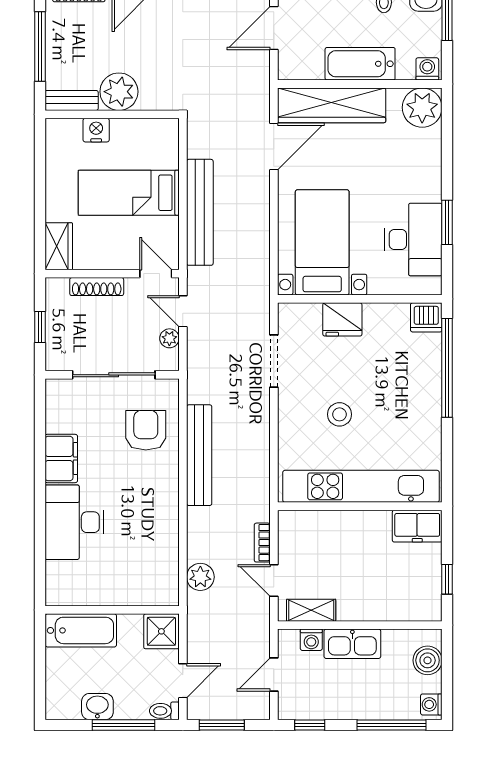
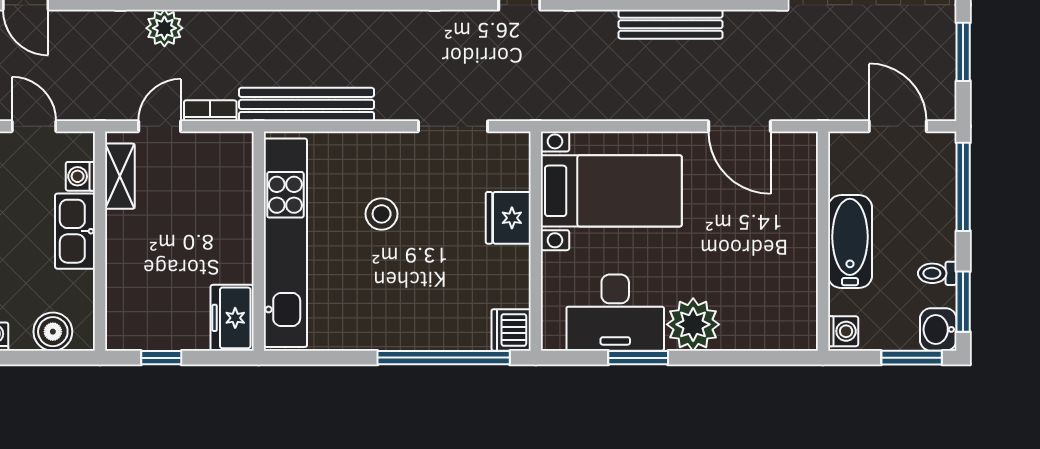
wardrobe: (332, 105) -> (795, 203), removed
plant: (422, 108) -> (693, 324), moved
bench: (200, 212) -> (671, 24), width x0.73, depth x0.82
bench: (199, 455) -> (307, 104), moved

